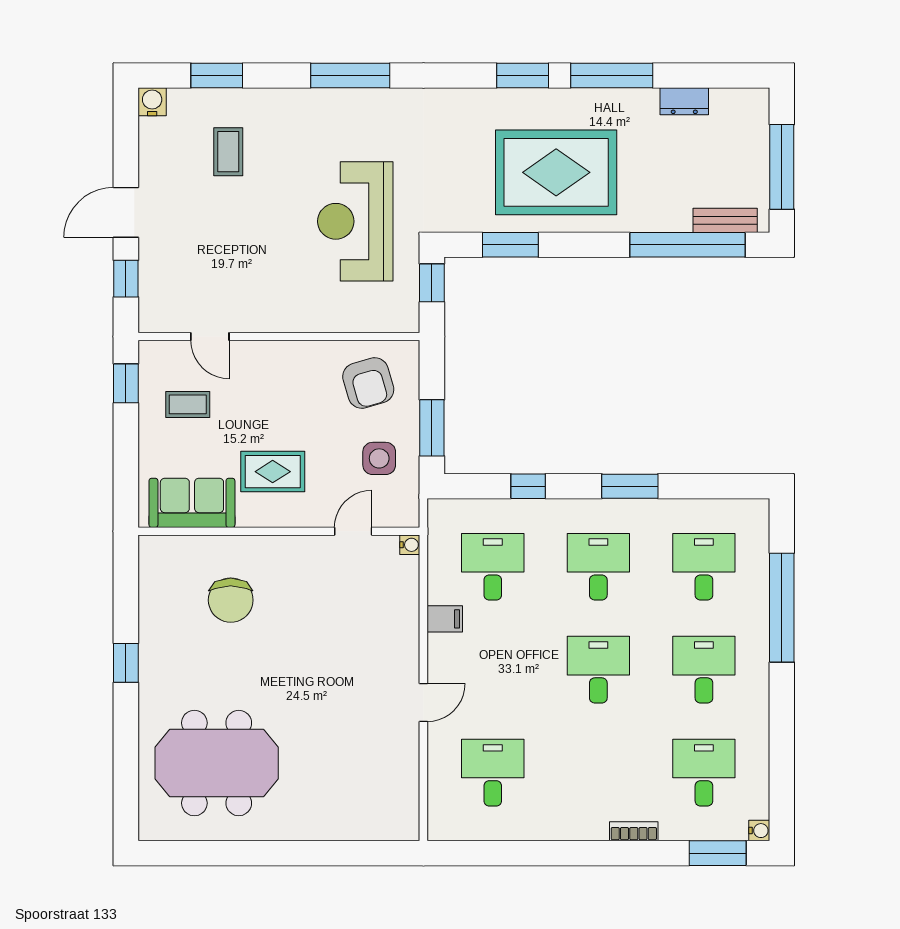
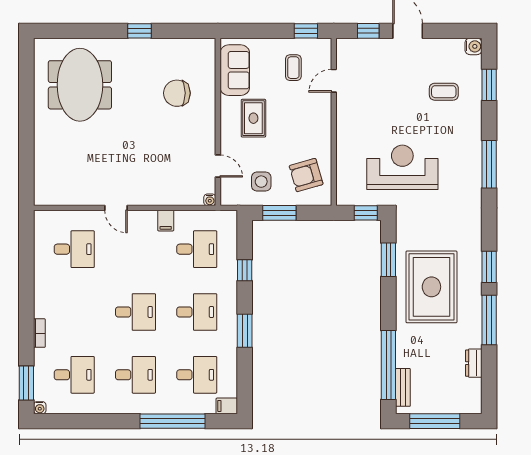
filing cabinet: (756, 516) -> (227, 406), added

